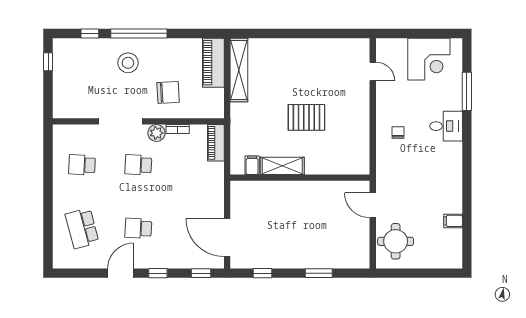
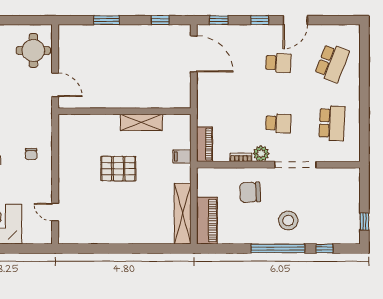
school desk: (82, 165) -> (332, 123), width x1.85
filing cabinet: (252, 165) -> (182, 156), moved, turned 90
school desk: (82, 228) -> (332, 63), turned 36

